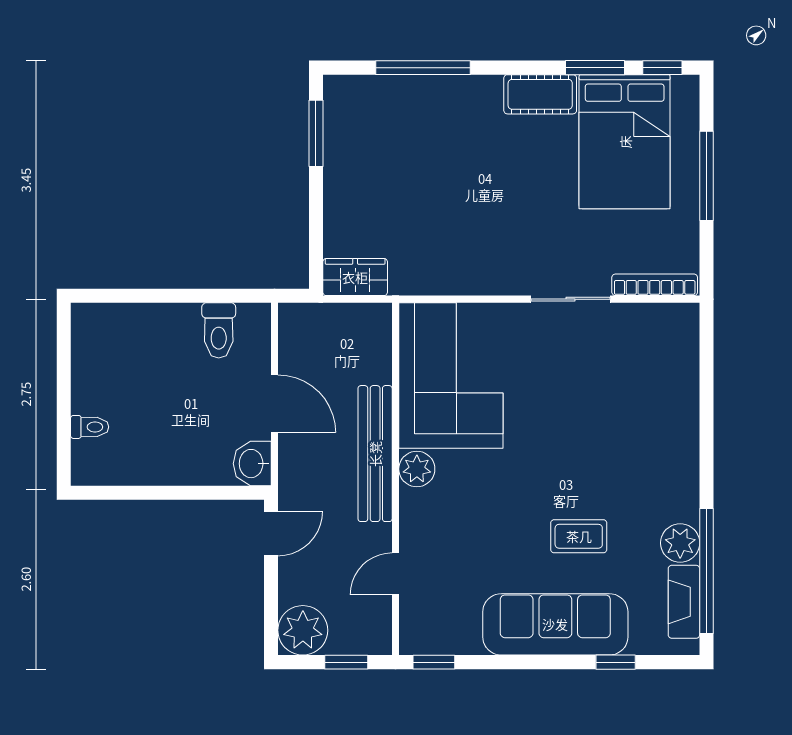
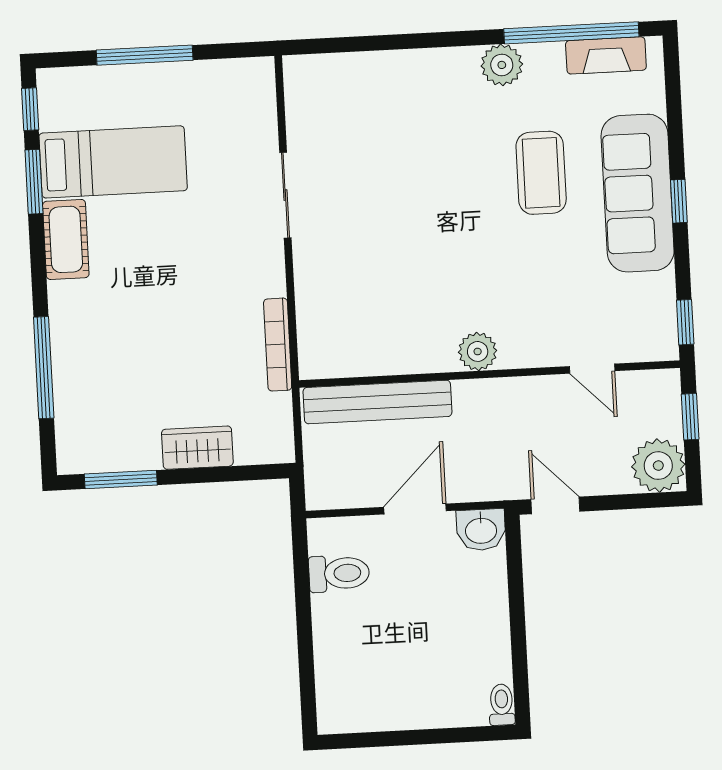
bed: (625, 142) -> (113, 162), width x0.67
wardrobe: (355, 277) -> (197, 448), moved, turned 90
bookcase: (655, 285) -> (278, 345), moved
corner sofa: (451, 375) -> (375, 320), removed
toilet: (90, 427) -> (502, 705), moved
bench: (375, 454) -> (377, 402), moved
coffee table: (579, 536) -> (541, 173), width x1.36, depth x1.30
plant: (680, 543) -> (502, 65), moved
window: (616, 662) -> (679, 201), moved

